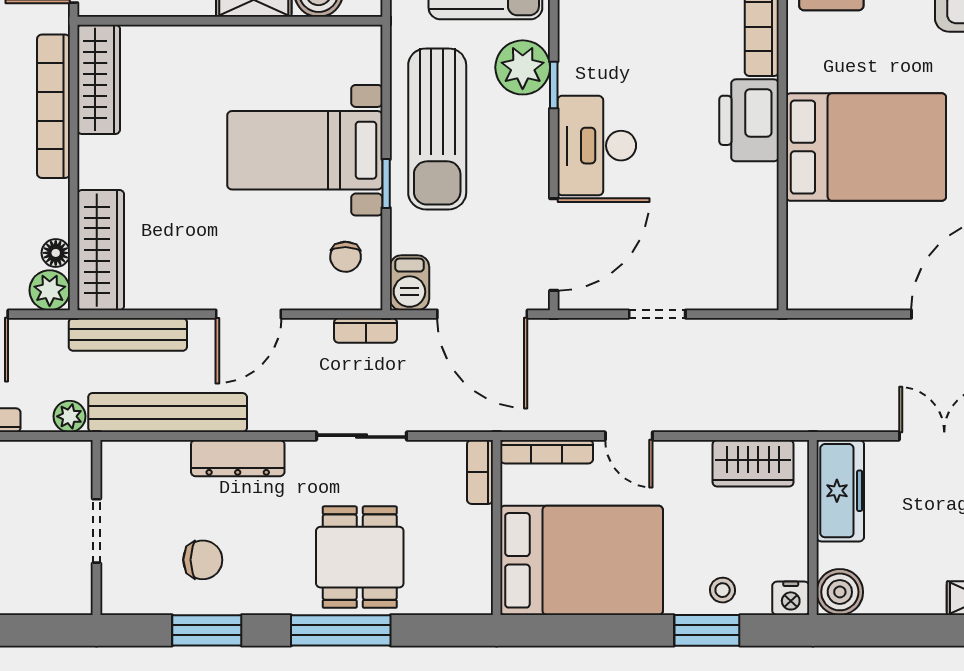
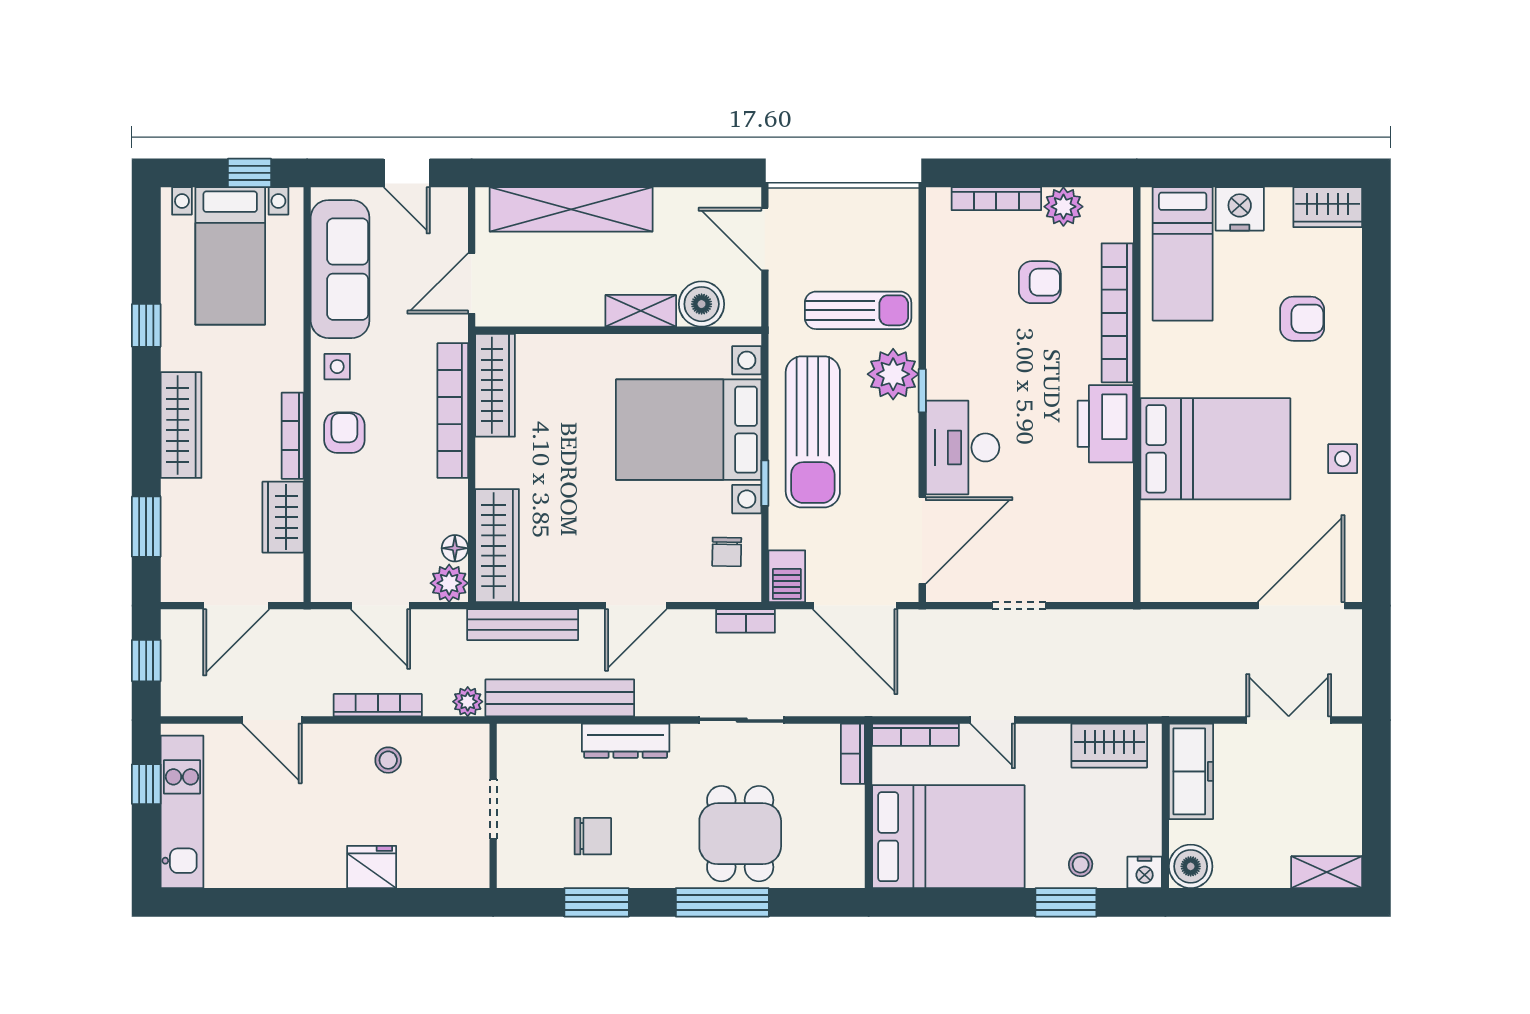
bed with nightstands: (305, 150) -> (689, 430), width x1.36

